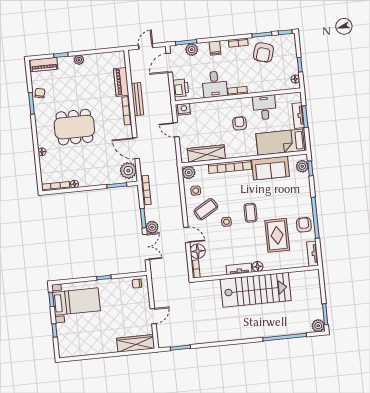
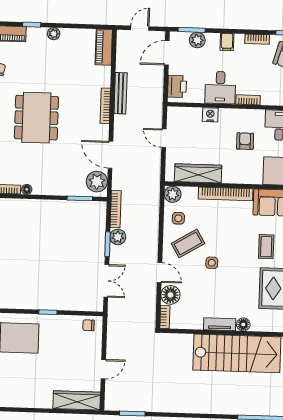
piano: (121, 82) -> (104, 47), moved
nightstand: (184, 109) -> (210, 115), moved
dining table: (74, 127) -> (36, 118), turned 90
coffee table: (251, 213) -> (266, 247), moved
plant: (152, 227) -> (118, 237), moved

